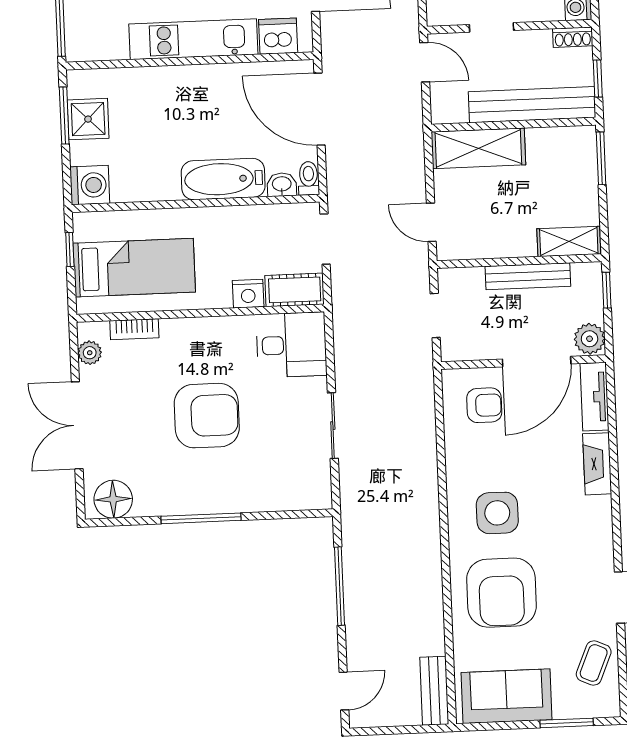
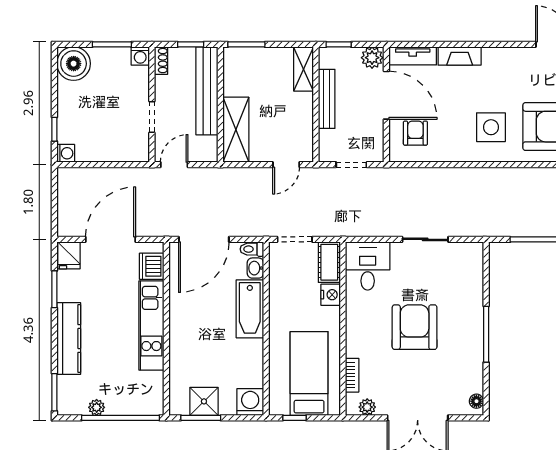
floor lamp: (113, 499) -> (476, 401), width x0.53, depth x0.53

